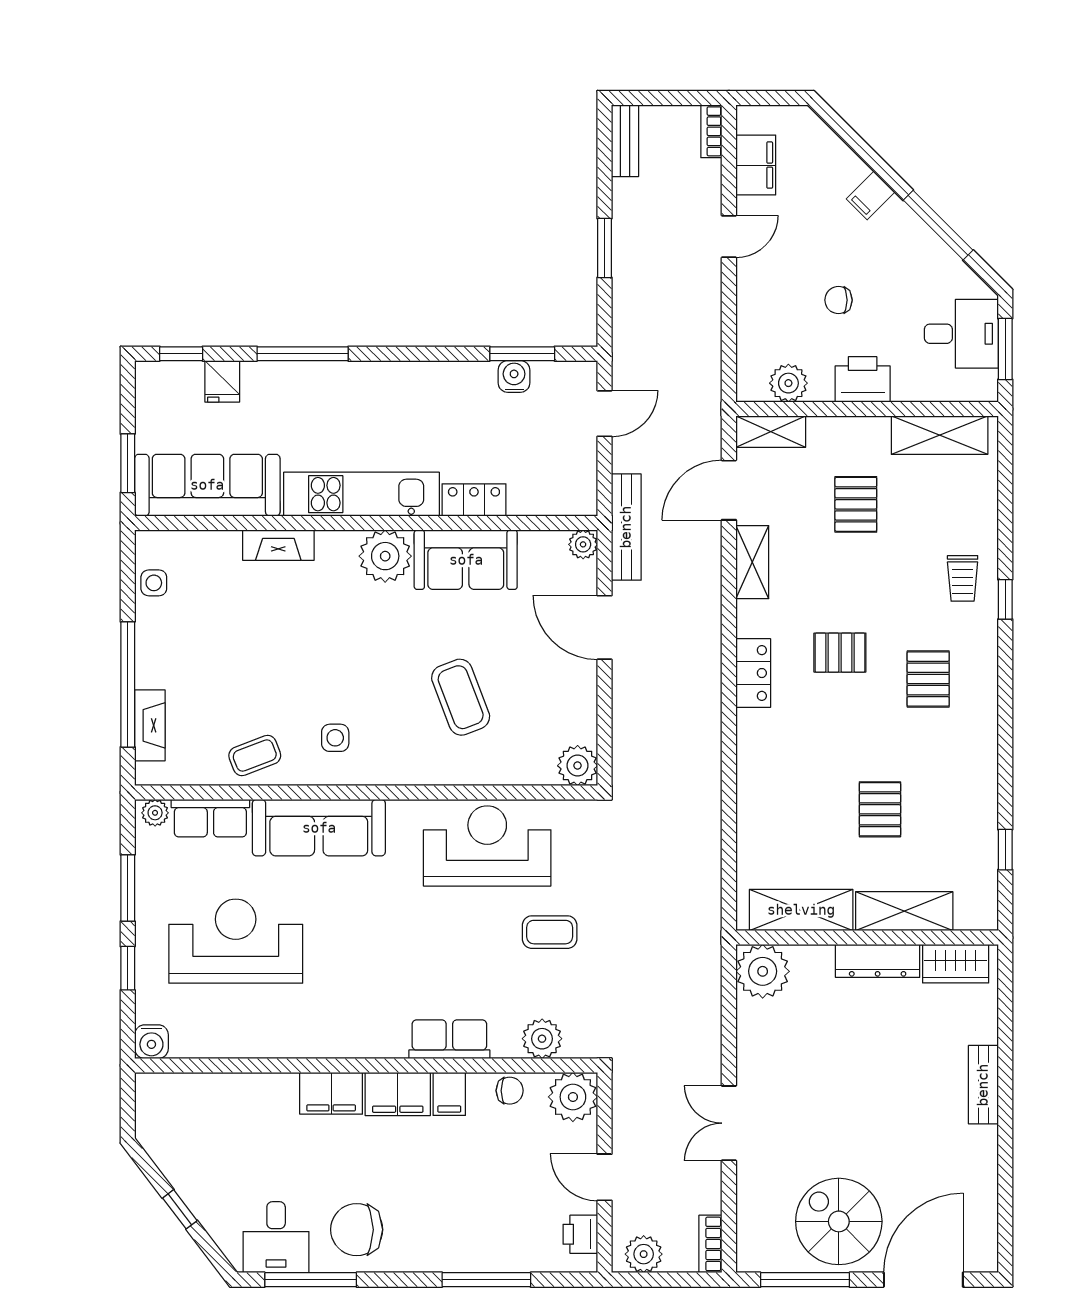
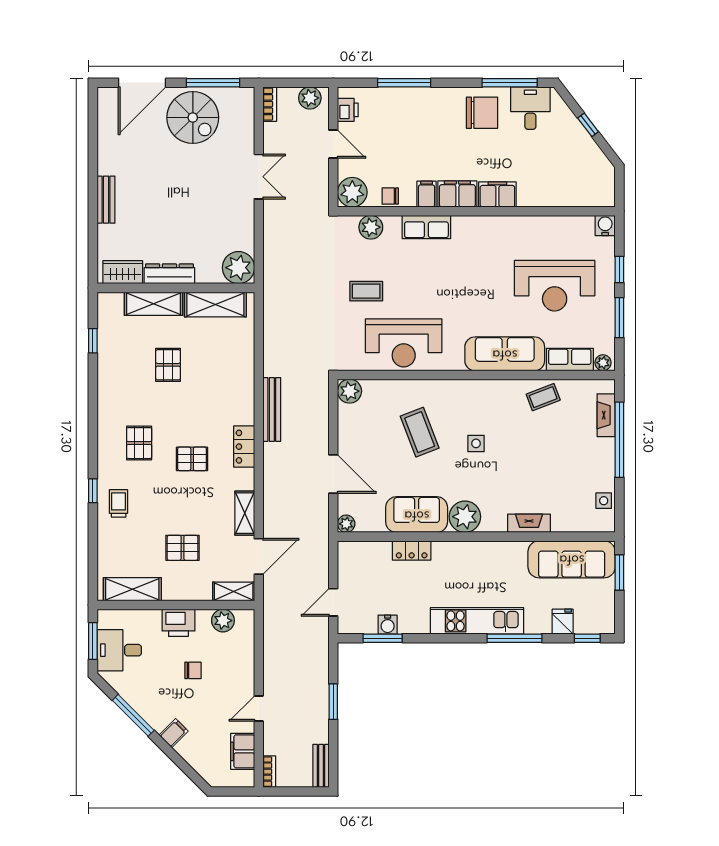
kitchen unit: (361, 494) -> (477, 621), moved, turned 180
pallet: (856, 504) -> (183, 548), turned 90
bench: (626, 527) -> (272, 409), moved
side table: (335, 738) -> (476, 443), moved

